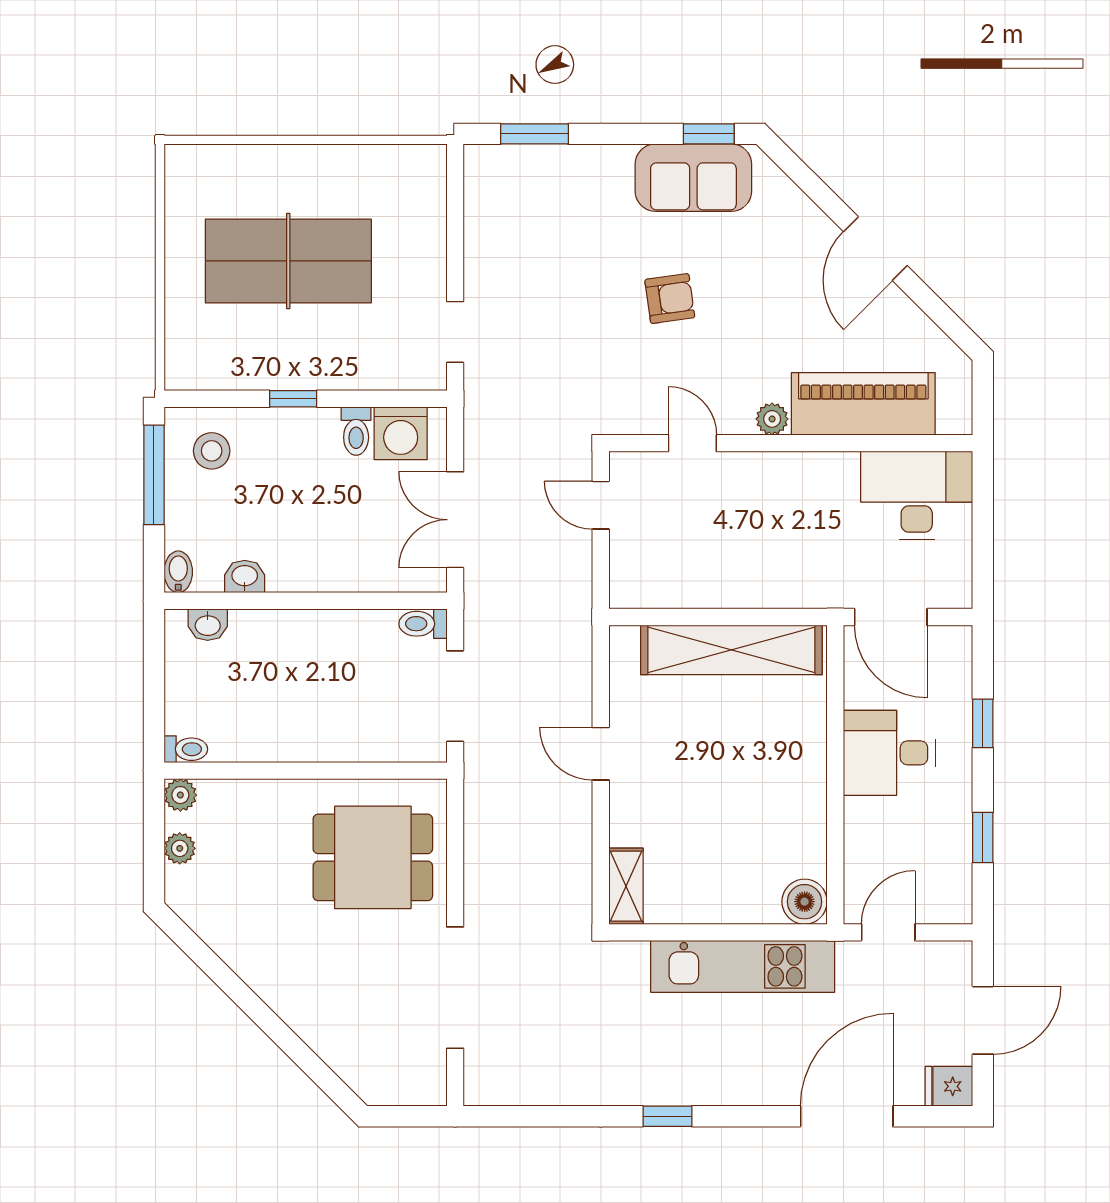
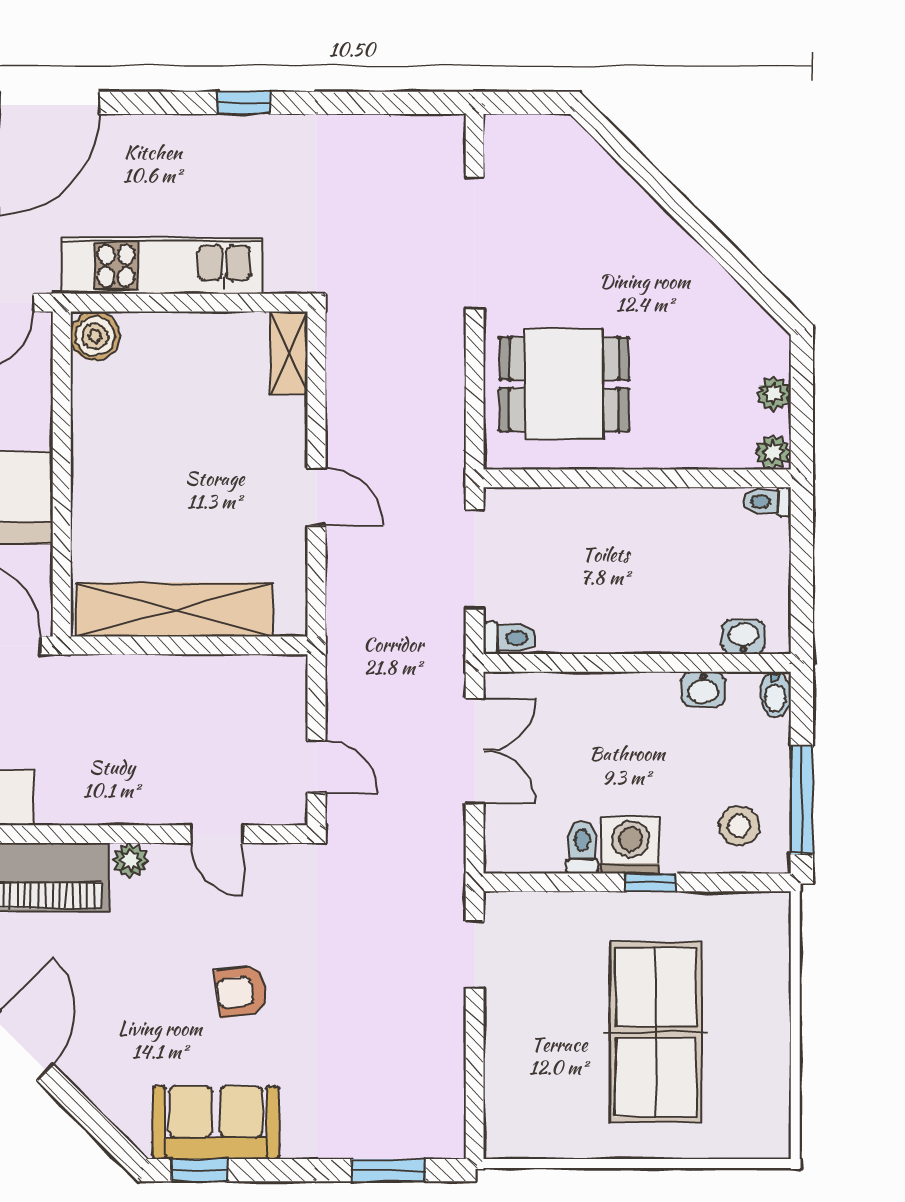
table tennis table: (288, 261) -> (656, 1032), turned 90
washing machine: (401, 433) -> (631, 845), moved

